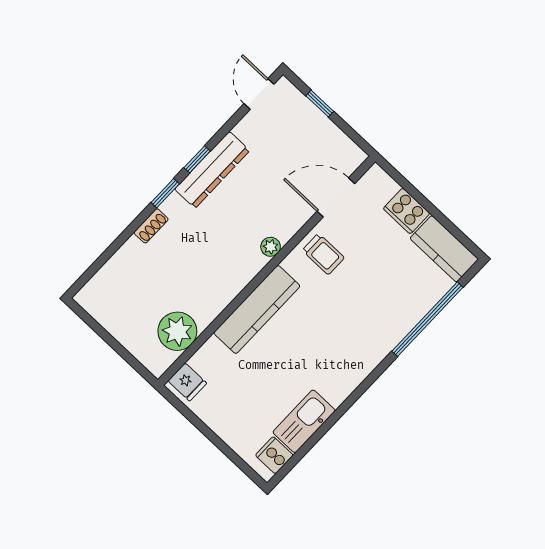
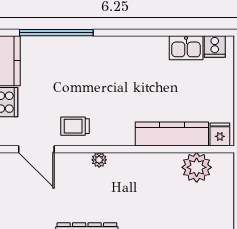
trolley: (323, 254) -> (75, 126), turned -90
kitchen counter: (257, 309) -> (172, 134), moved
kitchen sink: (304, 421) -> (186, 48), width x0.73

